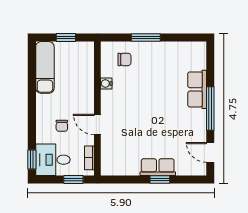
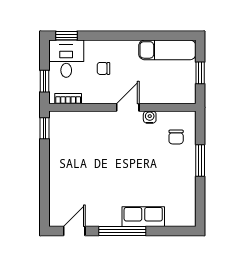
door: (97, 125) -> (128, 107), moved
row of seats: (158, 167) -> (58, 173), removed
window: (160, 180) -> (44, 128), moved

